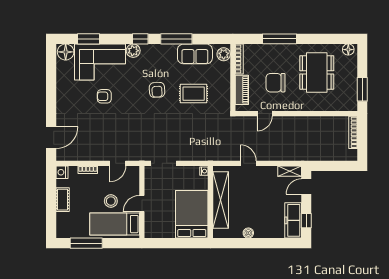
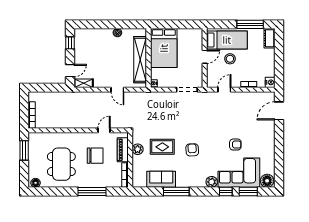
window: (140, 39) -> (226, 192), moved
plant: (224, 54) -> (138, 149), moved
cot: (63, 200) -> (270, 38), moved
freezer: (293, 220) -> (81, 43), removed

